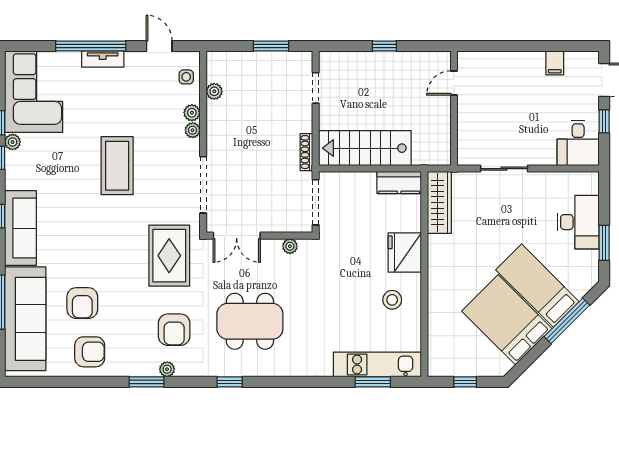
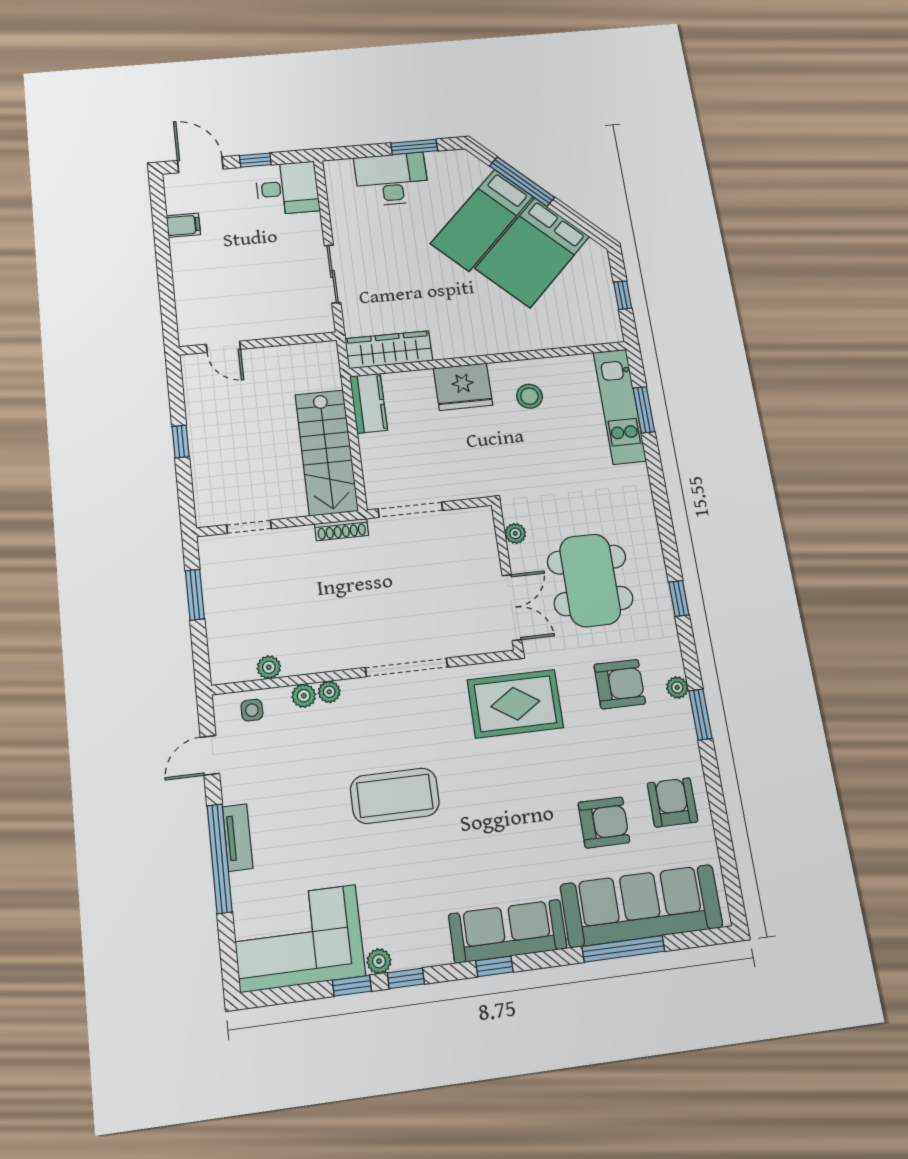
double door: (237, 236) -> (512, 607), moved
wall: (259, 236) -> (507, 576), moved
plant: (290, 246) -> (515, 533), moved

